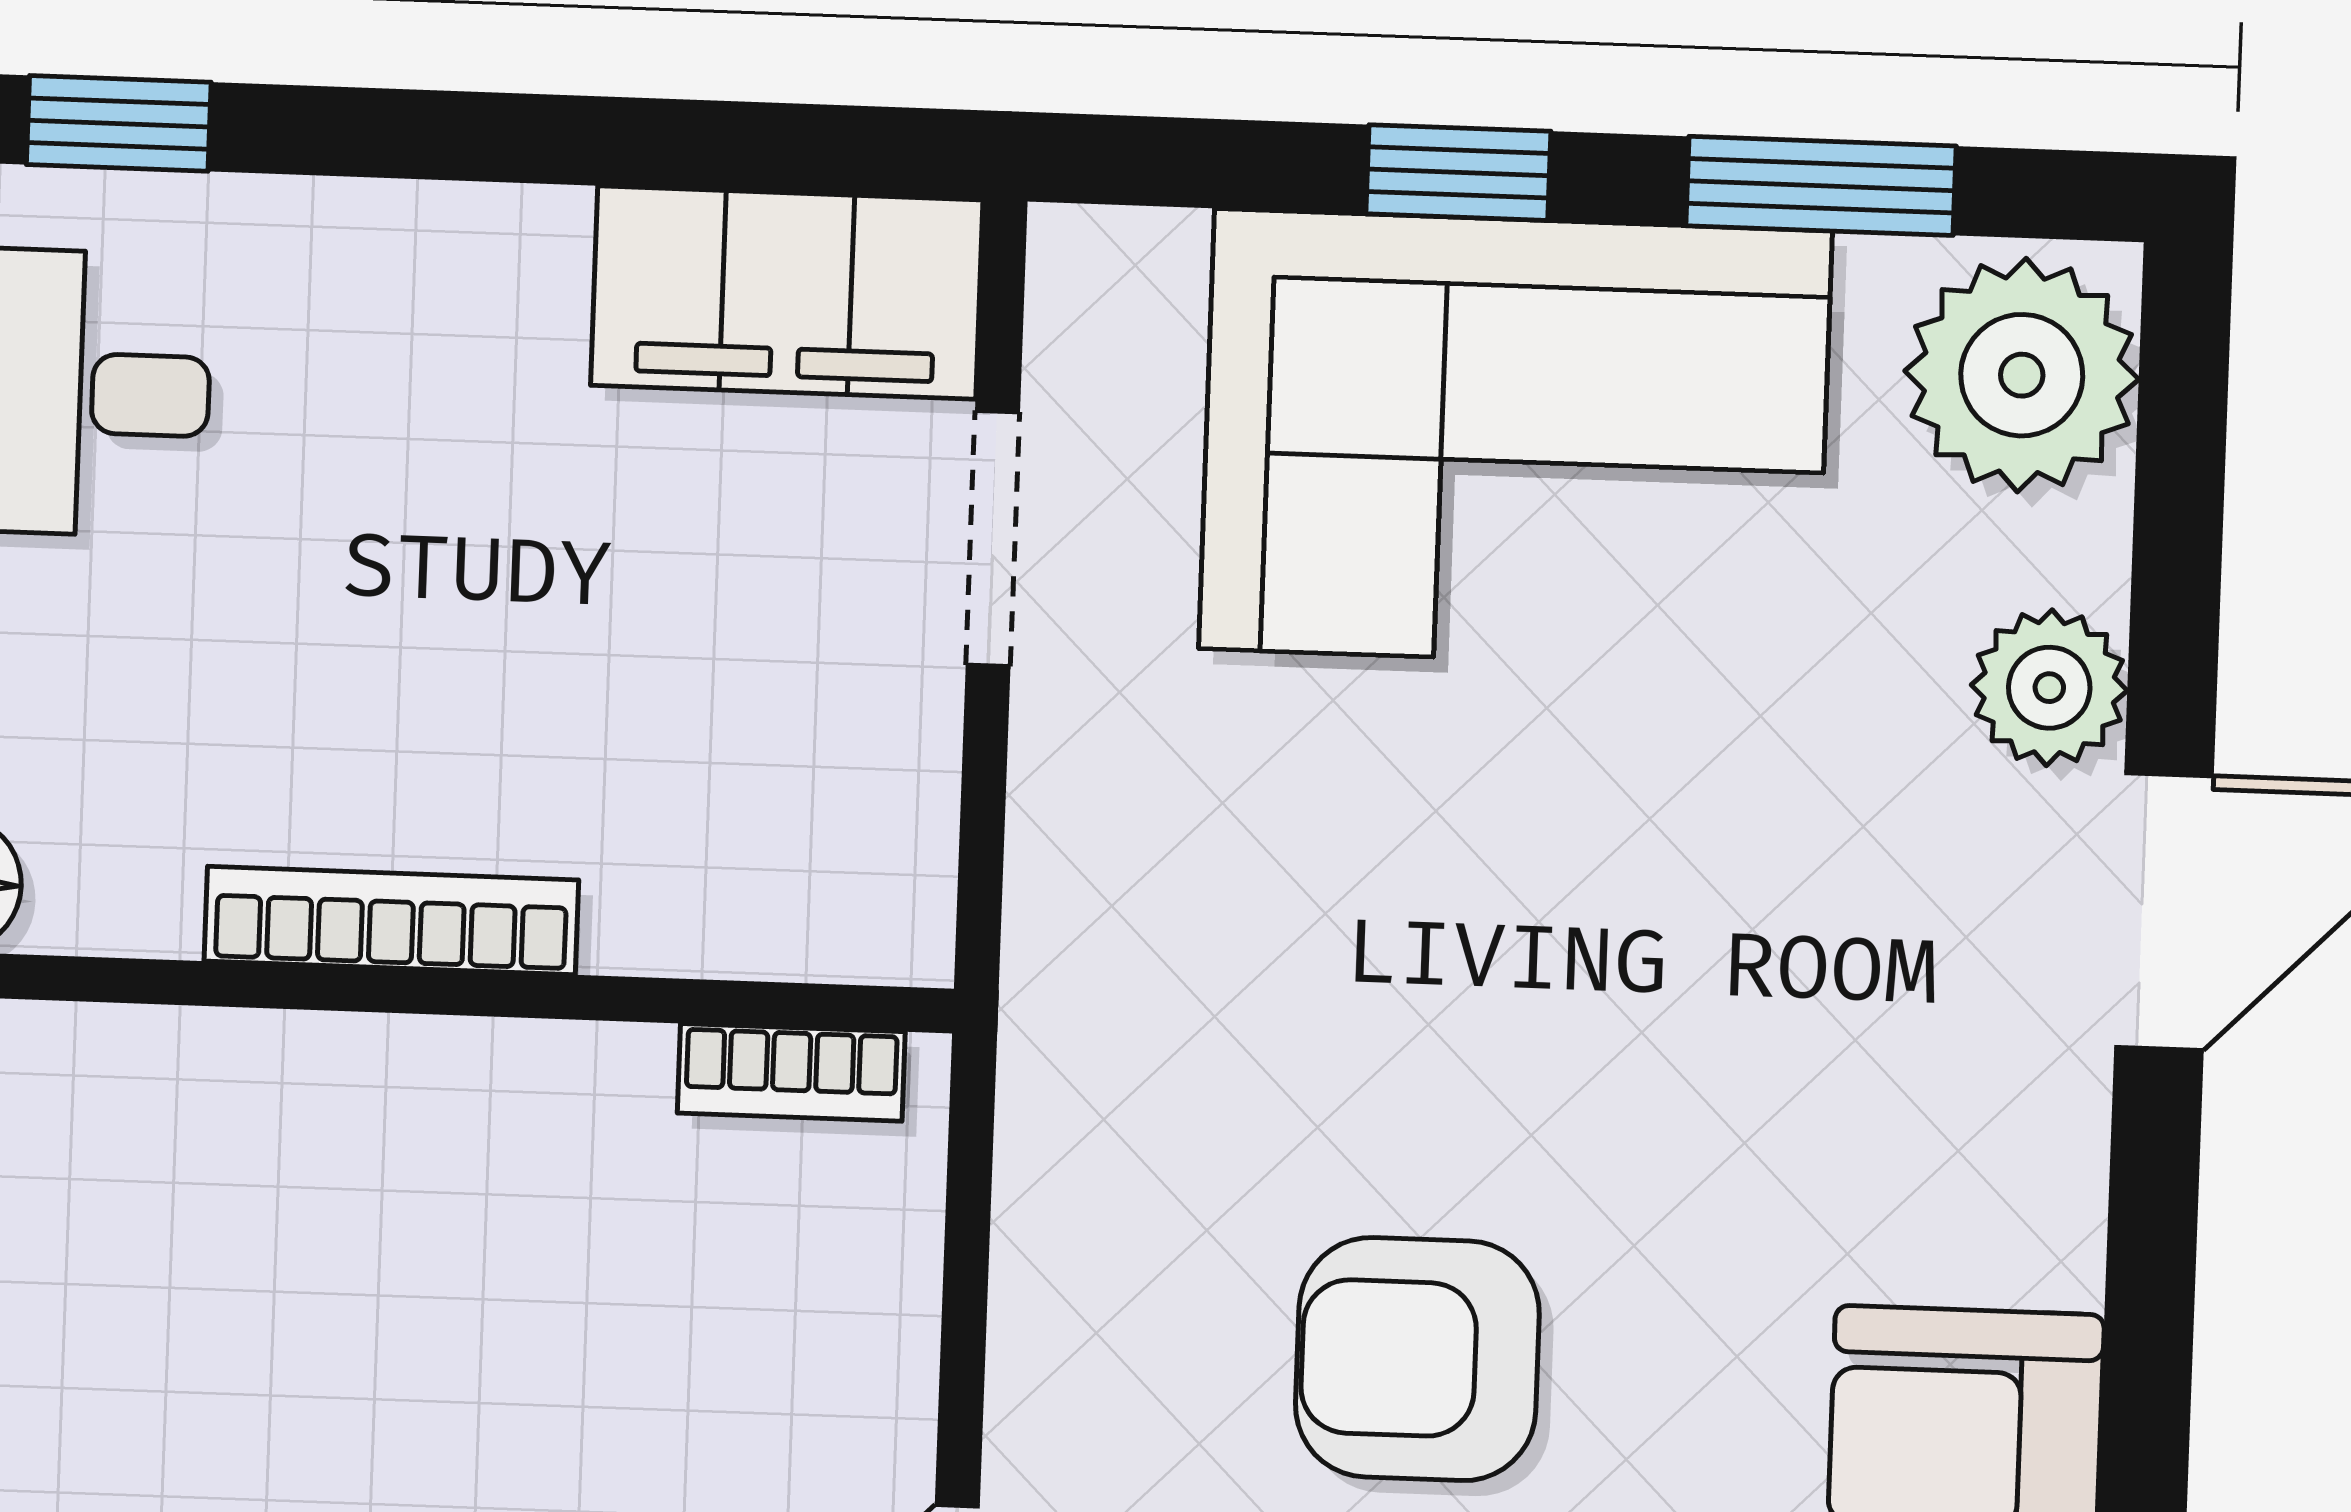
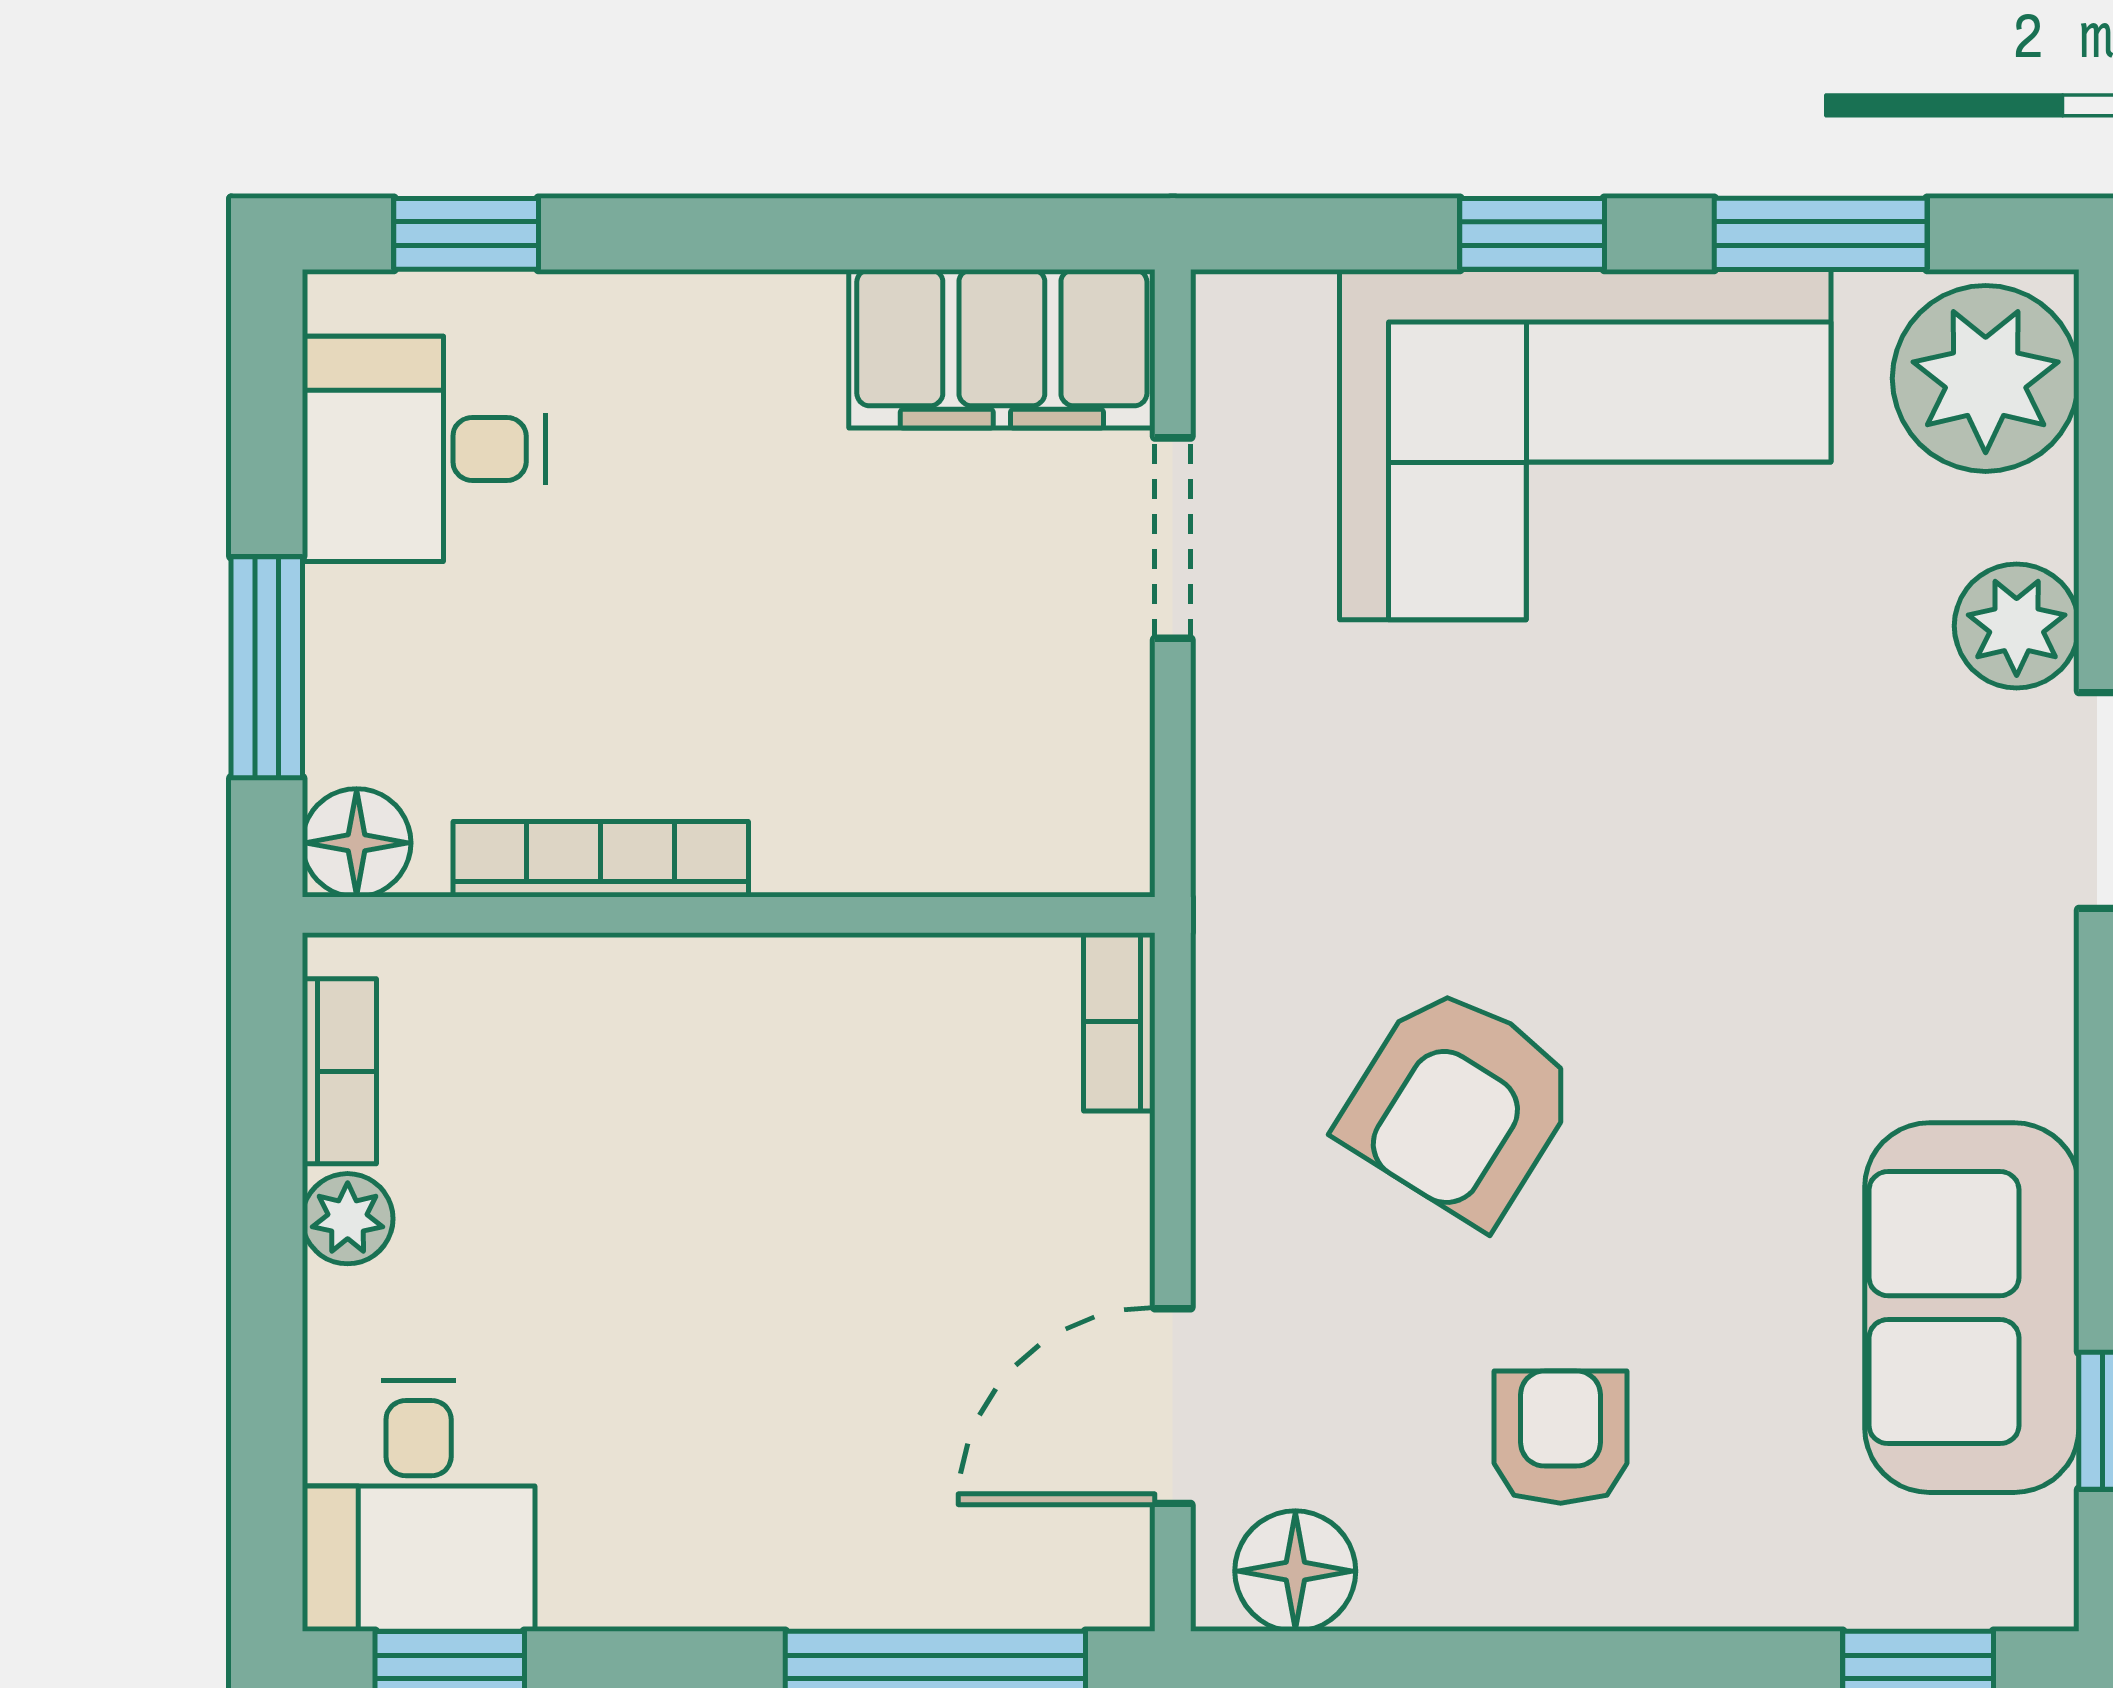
bookcase: (391, 921) -> (601, 859), moved
bookcase: (791, 1072) -> (1119, 1022), moved, turned 90
armchair: (1417, 1359) -> (1460, 1104), moved, turned -58

